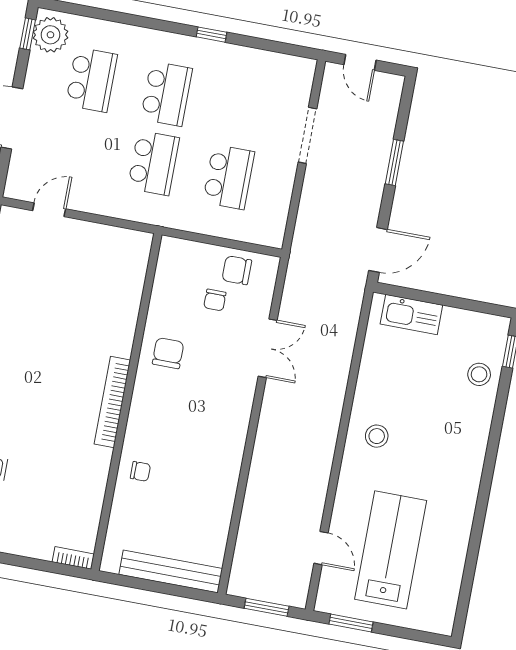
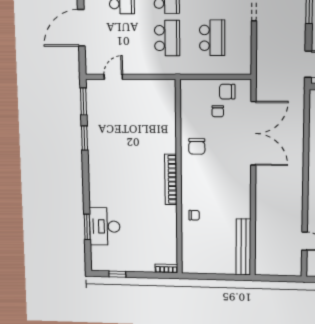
double door: (268, 348) -> (253, 133), width x1.87
chair: (168, 353) -> (197, 146), turned 180
bench: (171, 572) -> (243, 247), moved, turned 90
window: (267, 607) -> (279, 278), removed

